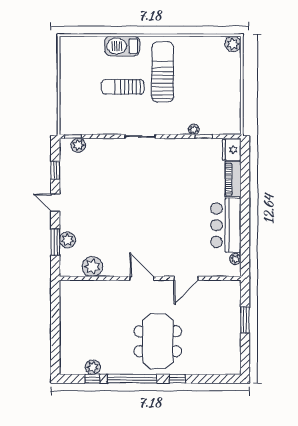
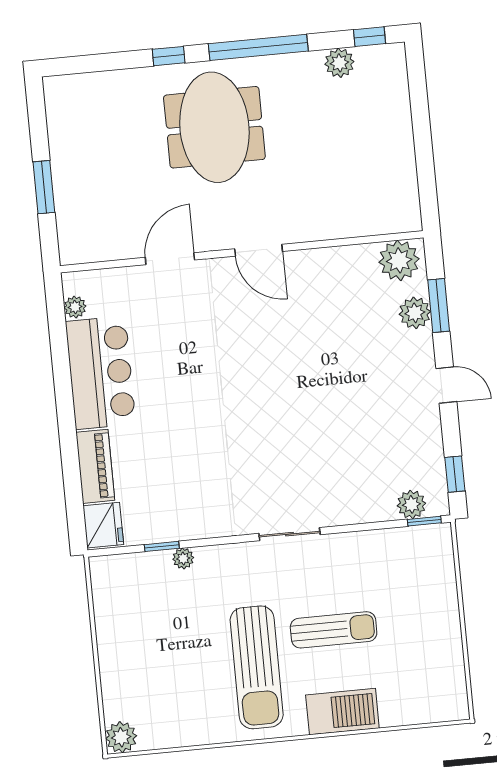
window: (55, 170) -> (455, 474), moved
plant: (92, 267) -> (399, 260), moved
window: (92, 379) -> (370, 37), moved

